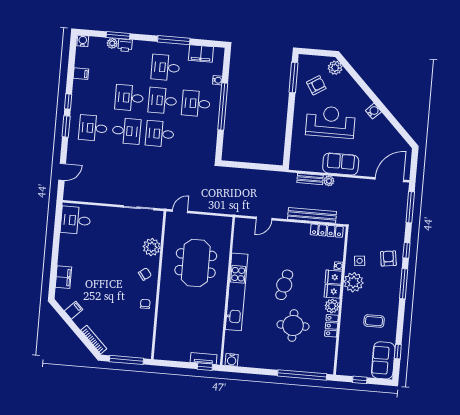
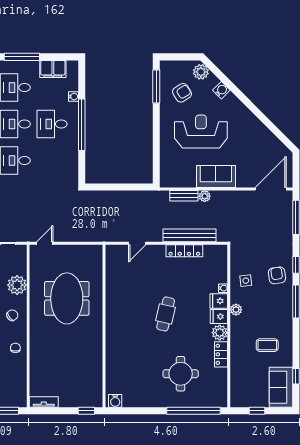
water cooler: (373, 111) -> (221, 90), moved
locker: (327, 231) -> (184, 251), moved
plant: (354, 282) -> (236, 310), width x0.53, depth x0.53
kitchen unit: (237, 292) -> (114, 326), removed
round table: (293, 325) -> (181, 374), moved
tv unit: (204, 358) -> (44, 402), moved

